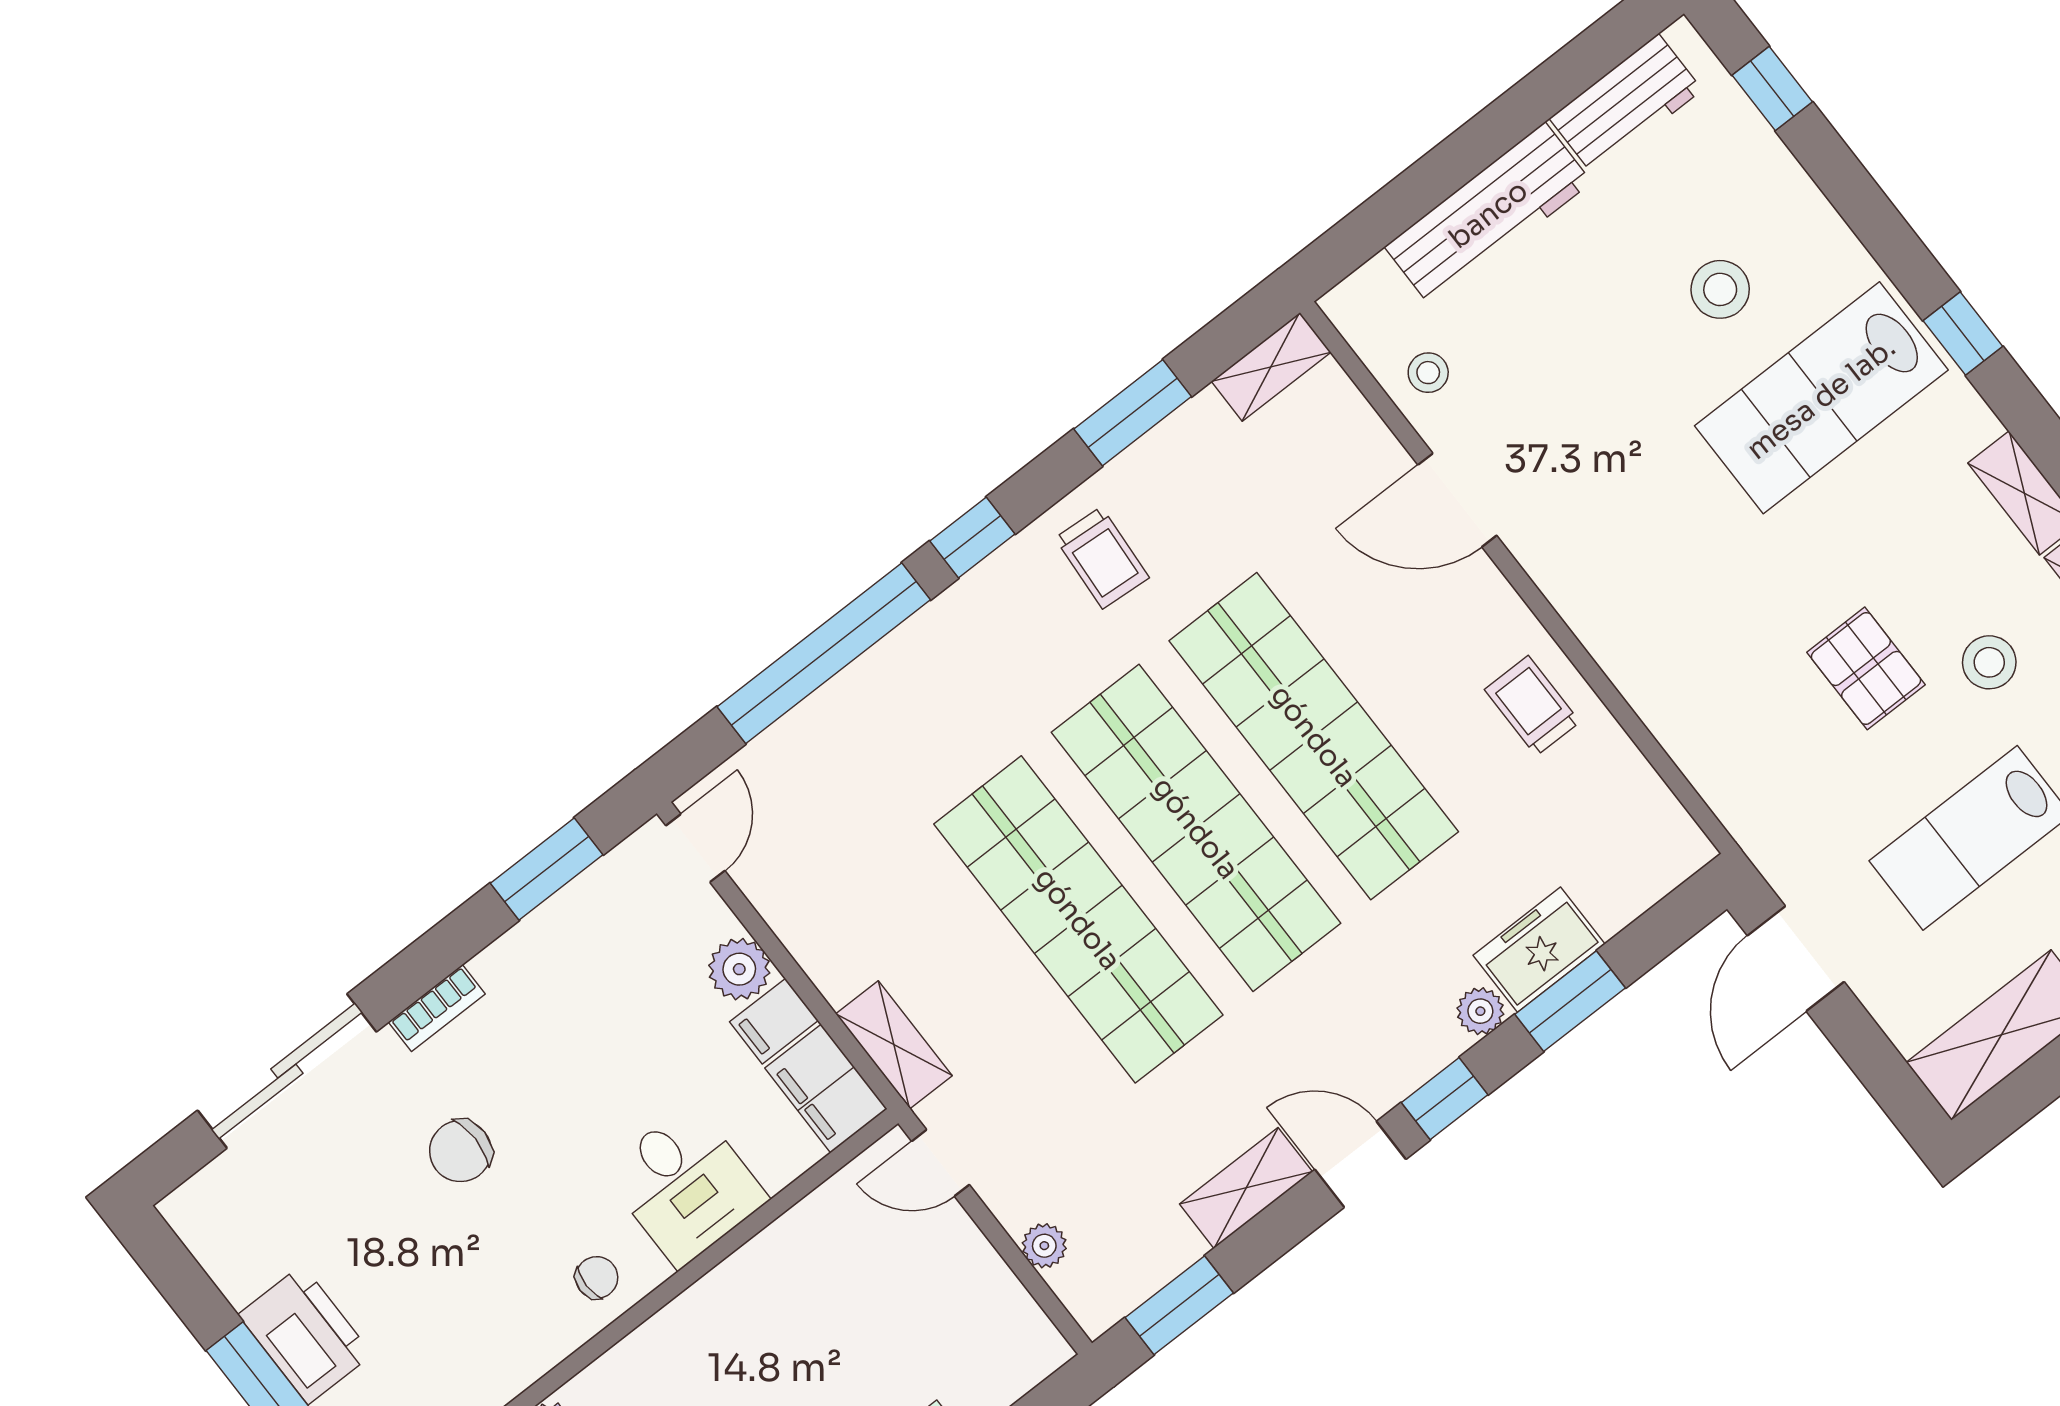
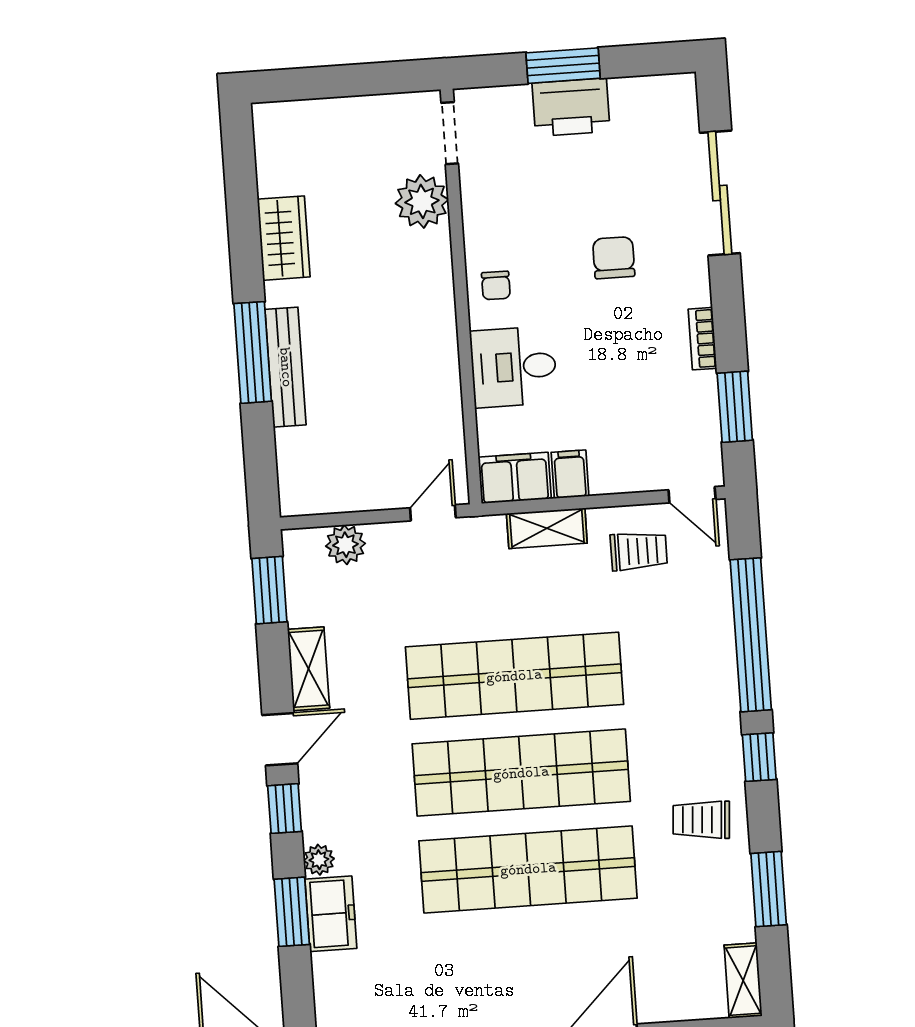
trolley: (1532, 706) -> (639, 551), moved
plant: (739, 969) -> (611, 474), removed
bookcase: (437, 1008) -> (703, 339), moved
shelving: (894, 1045) -> (547, 528), moved
plant: (1044, 1246) -> (345, 545), width x1.38, depth x1.38

